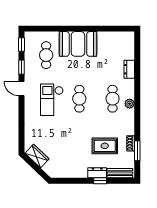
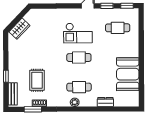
booth: (78, 44) -> (128, 74), moved
checkout: (52, 100) -> (78, 33), turned 180
wardrobe: (37, 156) -> (19, 29), moved
dresser: (97, 173) -> (13, 74), removed

